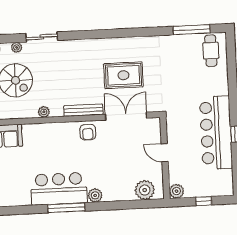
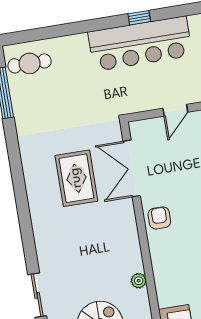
bench: (83, 110) -> (130, 227), removed
armchair: (88, 132) -> (159, 218), turned -90

